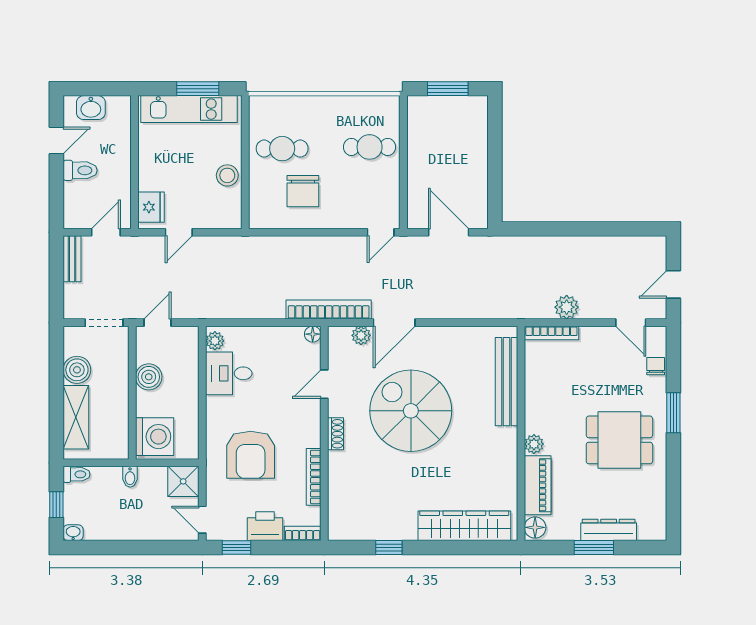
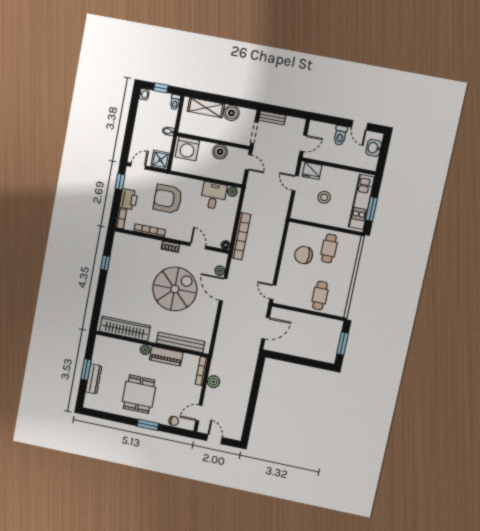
stool: (227, 175) -> (324, 197), moved
door: (106, 232) -> (303, 143), hinge flipped
bench: (72, 259) -> (272, 118), moved
bookcase: (329, 310) -> (241, 236), moved
piano: (538, 485) -> (166, 356), moved
wardrobe: (464, 526) -> (125, 329), moved, turned -90
floor lamp: (535, 527) -> (102, 341), removed

